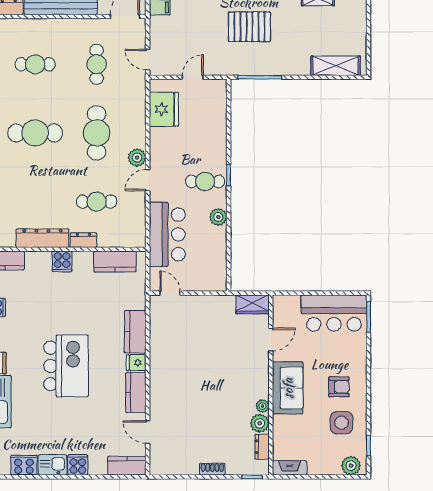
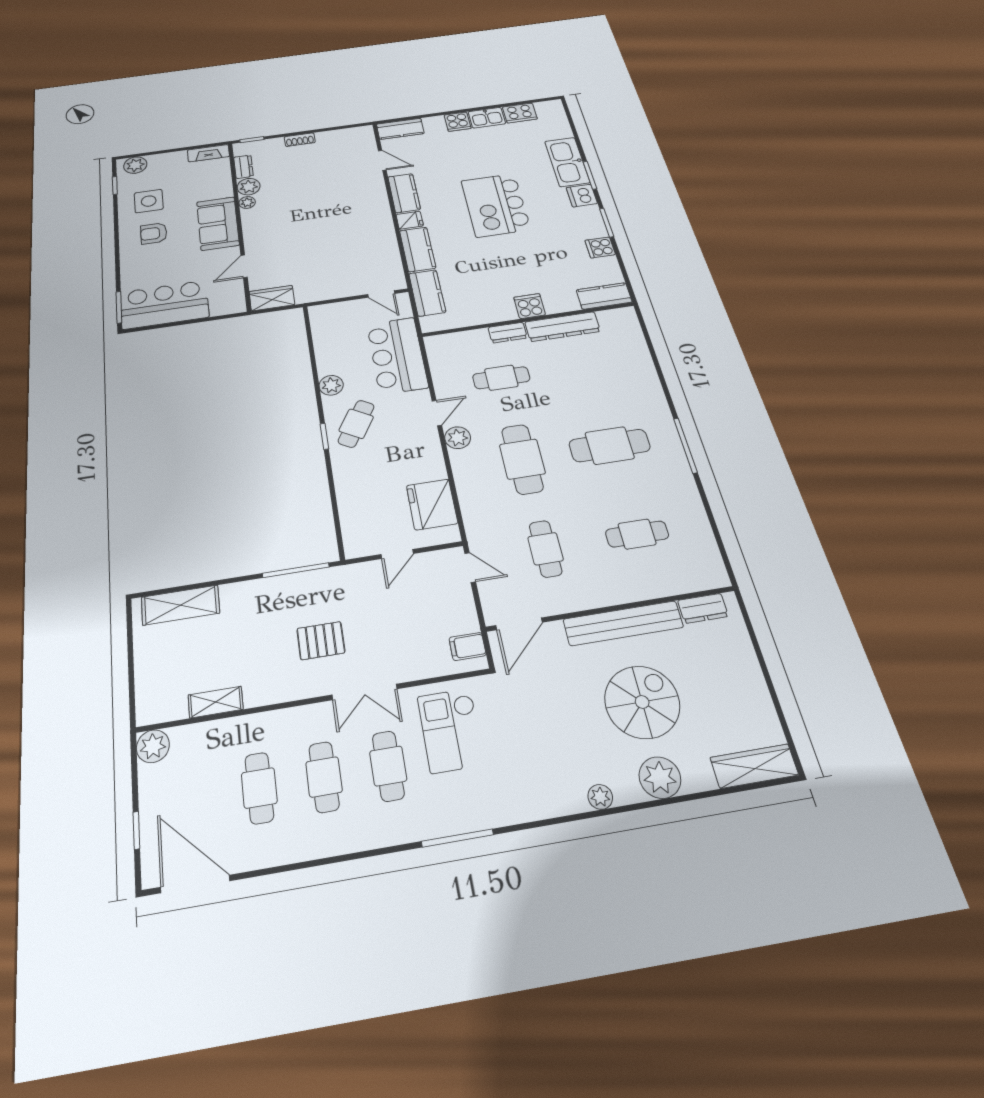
pallet: (249, 27) -> (321, 641), width x0.67, depth x0.71
cafe table: (205, 182) -> (356, 424), turned -59
kitchen counter: (115, 261) -> (427, 293), moved, turned 90

